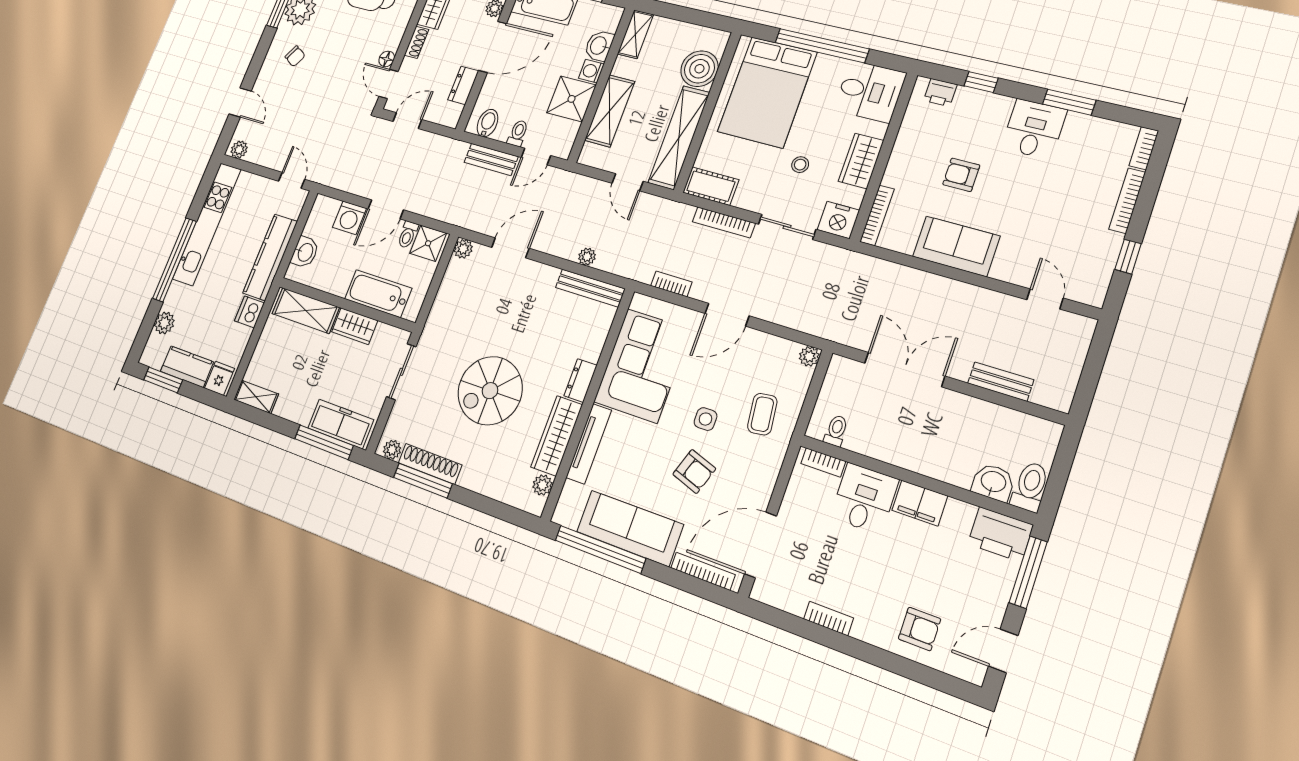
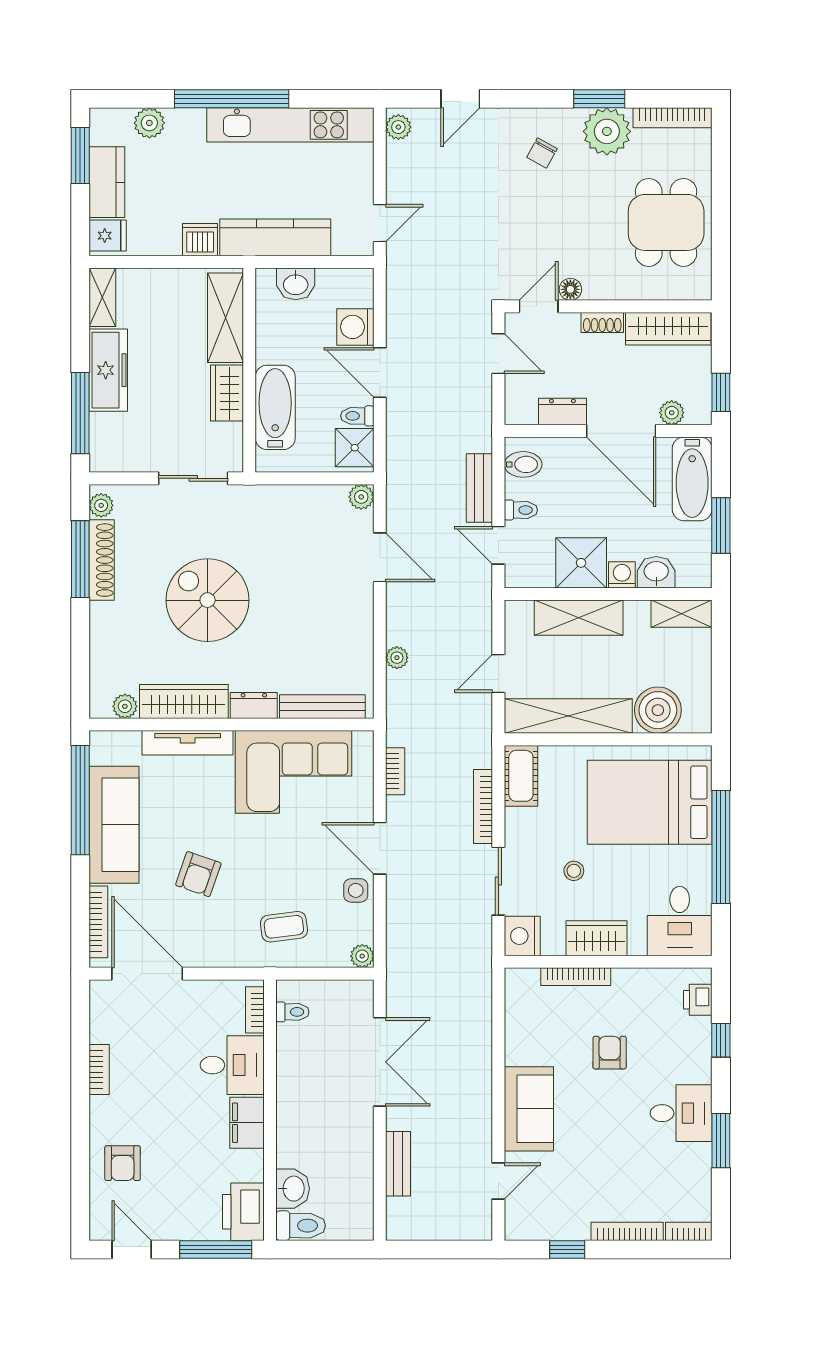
bookcase: (877, 215) -> (576, 977), moved
sofa: (956, 246) -> (529, 1109), moved
bench: (590, 288) -> (322, 707), moved, turned 90
side table: (705, 419) -> (356, 890), moved
freezer: (341, 424) -> (108, 370), moved

